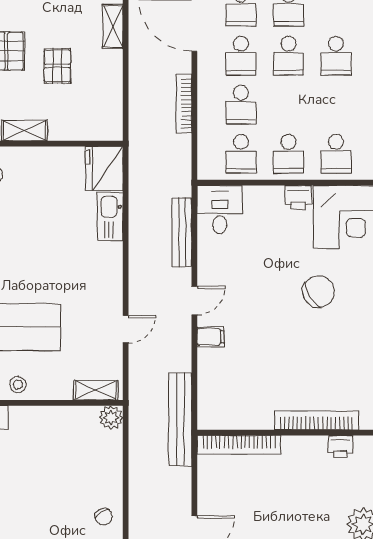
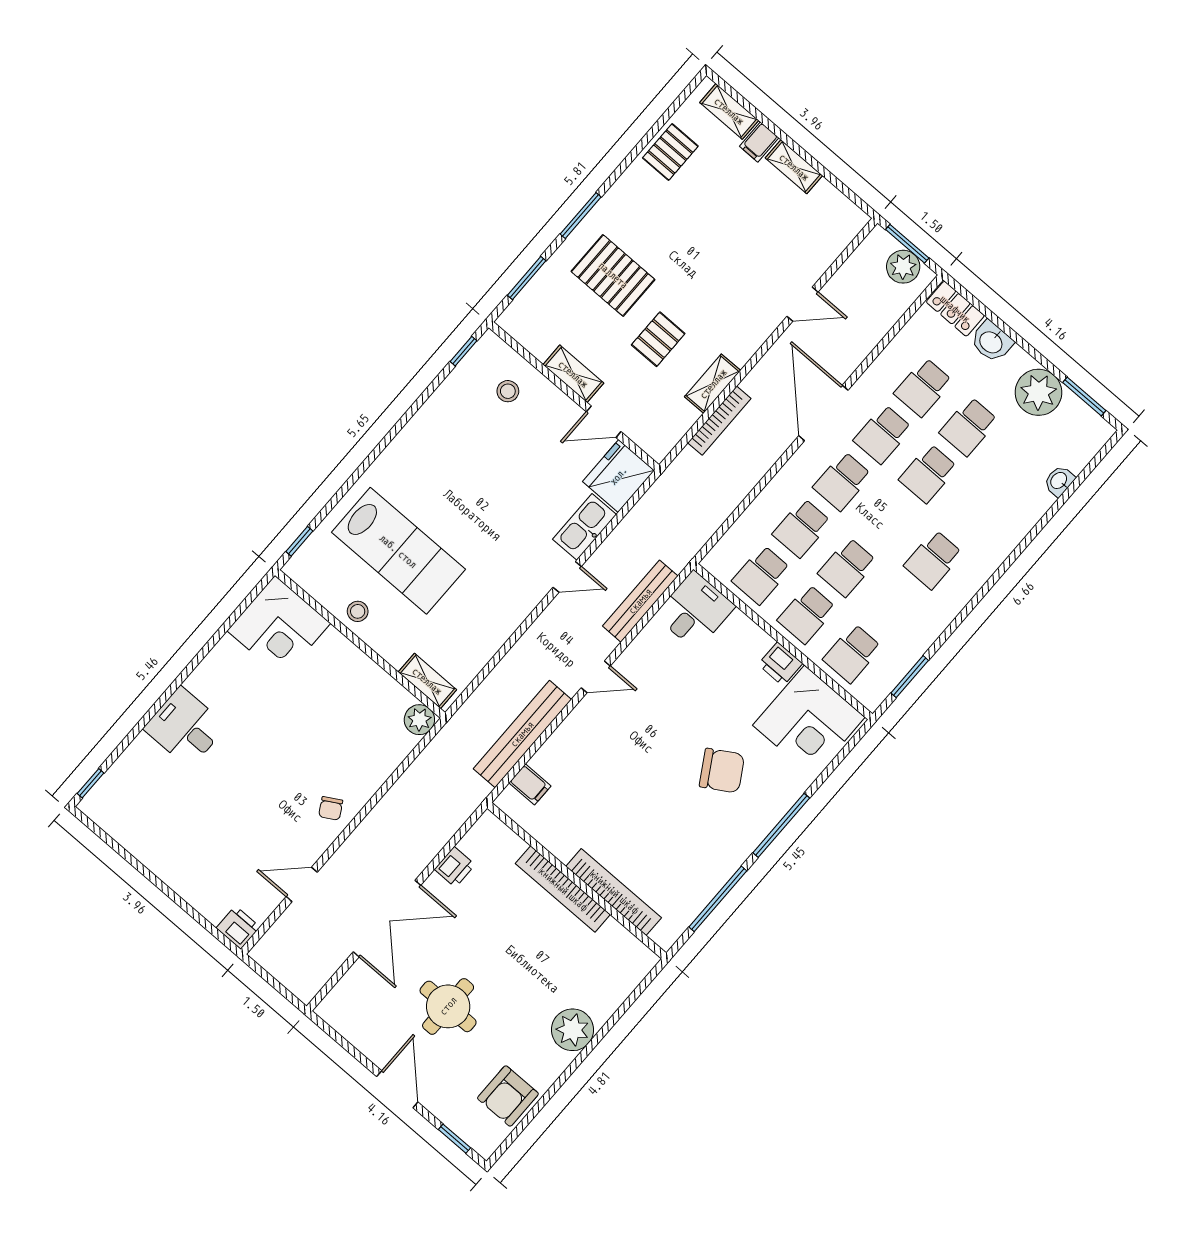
shelving: (113, 27) -> (713, 384), moved
school desk: (288, 56) -> (847, 567), moved
bookcase: (184, 104) -> (719, 421), moved, turned 180
door: (67, 144) -> (604, 422), added
door: (126, 329) -> (567, 577), moved
filing cabinet: (211, 337) -> (530, 784), moved
bench: (180, 419) -> (522, 734), moved
bookcase: (239, 445) -> (563, 889), moved
printer: (340, 446) -> (455, 867), moved, turned -90

